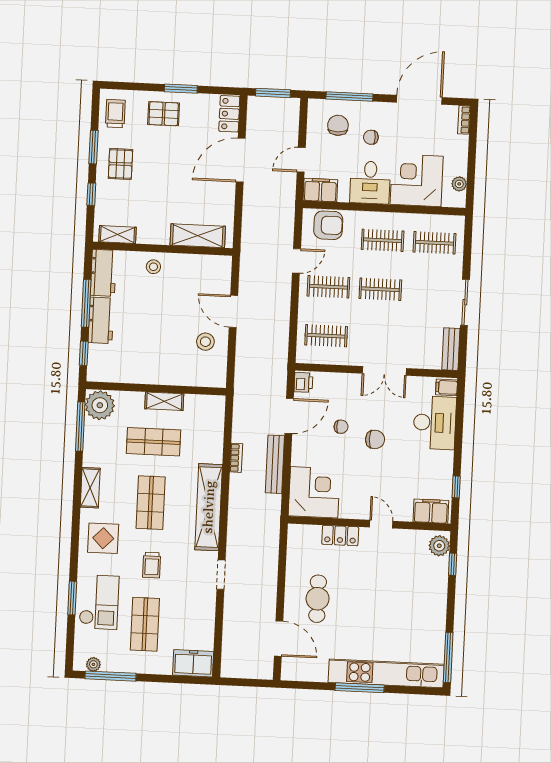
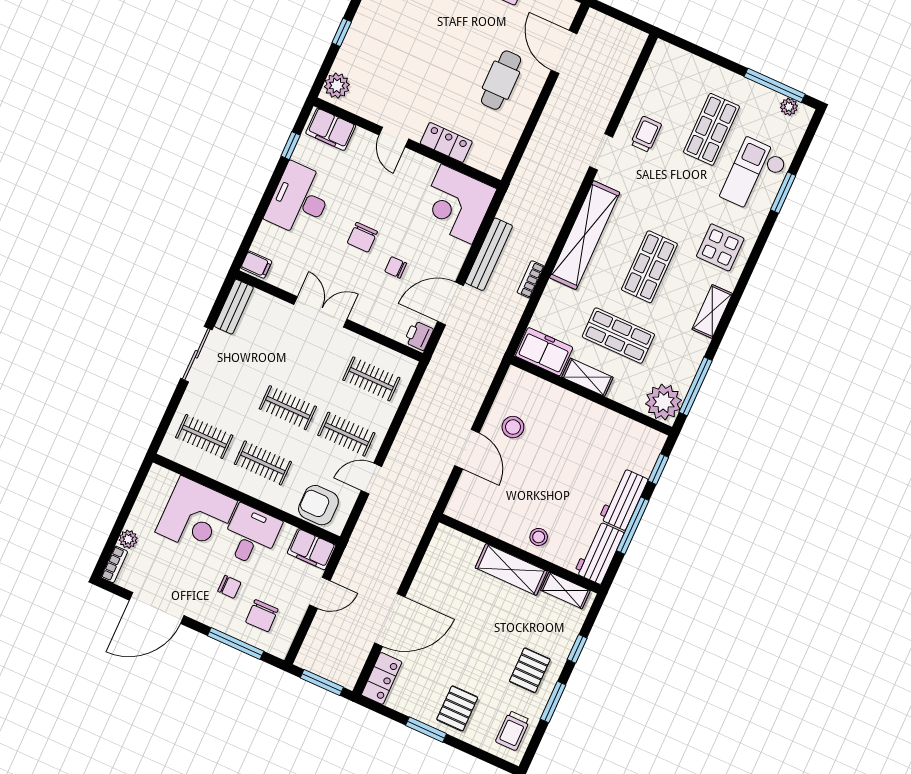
pallet: (164, 114) -> (457, 708), turned 90
plant: (459, 184) -> (128, 539), moved
shelving: (198, 236) -> (511, 570), moved
desk: (435, 423) -> (299, 200), moved
chair: (375, 439) -> (362, 237), turned -90
window: (453, 564) -> (342, 32), moved
trolley: (152, 565) -> (646, 134), moved
freezer: (193, 663) -> (544, 352), moved, turned 180

